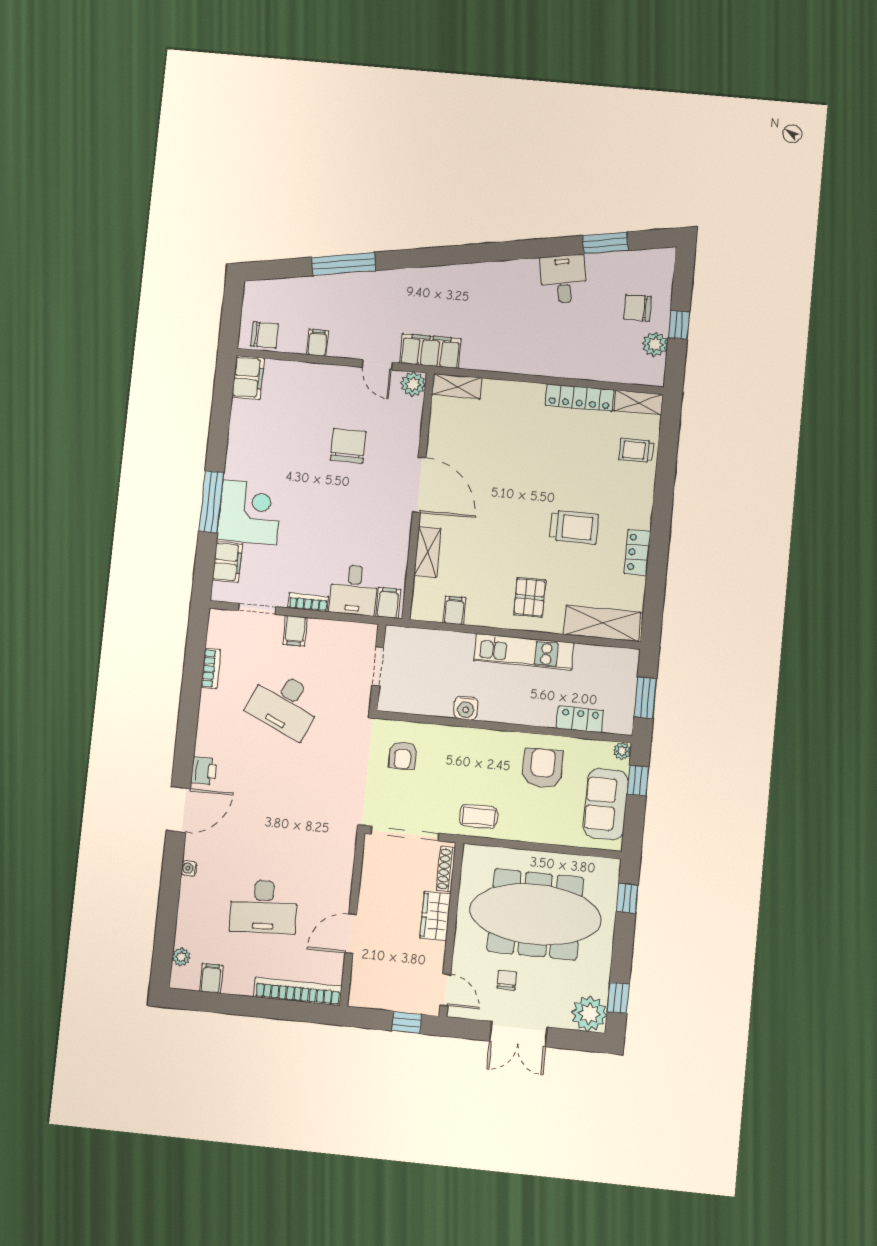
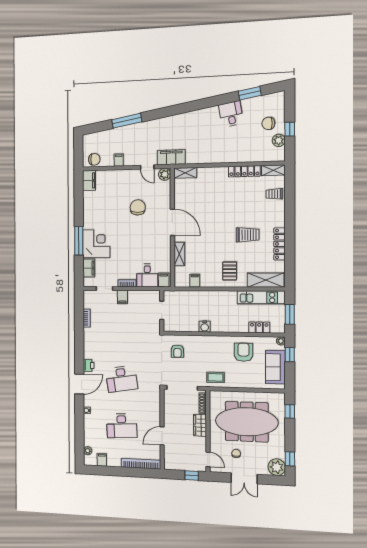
locker: (638, 552) -> (280, 244), width x1.53
kitchen unit: (524, 652) -> (261, 298), moved
desk: (285, 704) -> (121, 379), moved, turned -33

